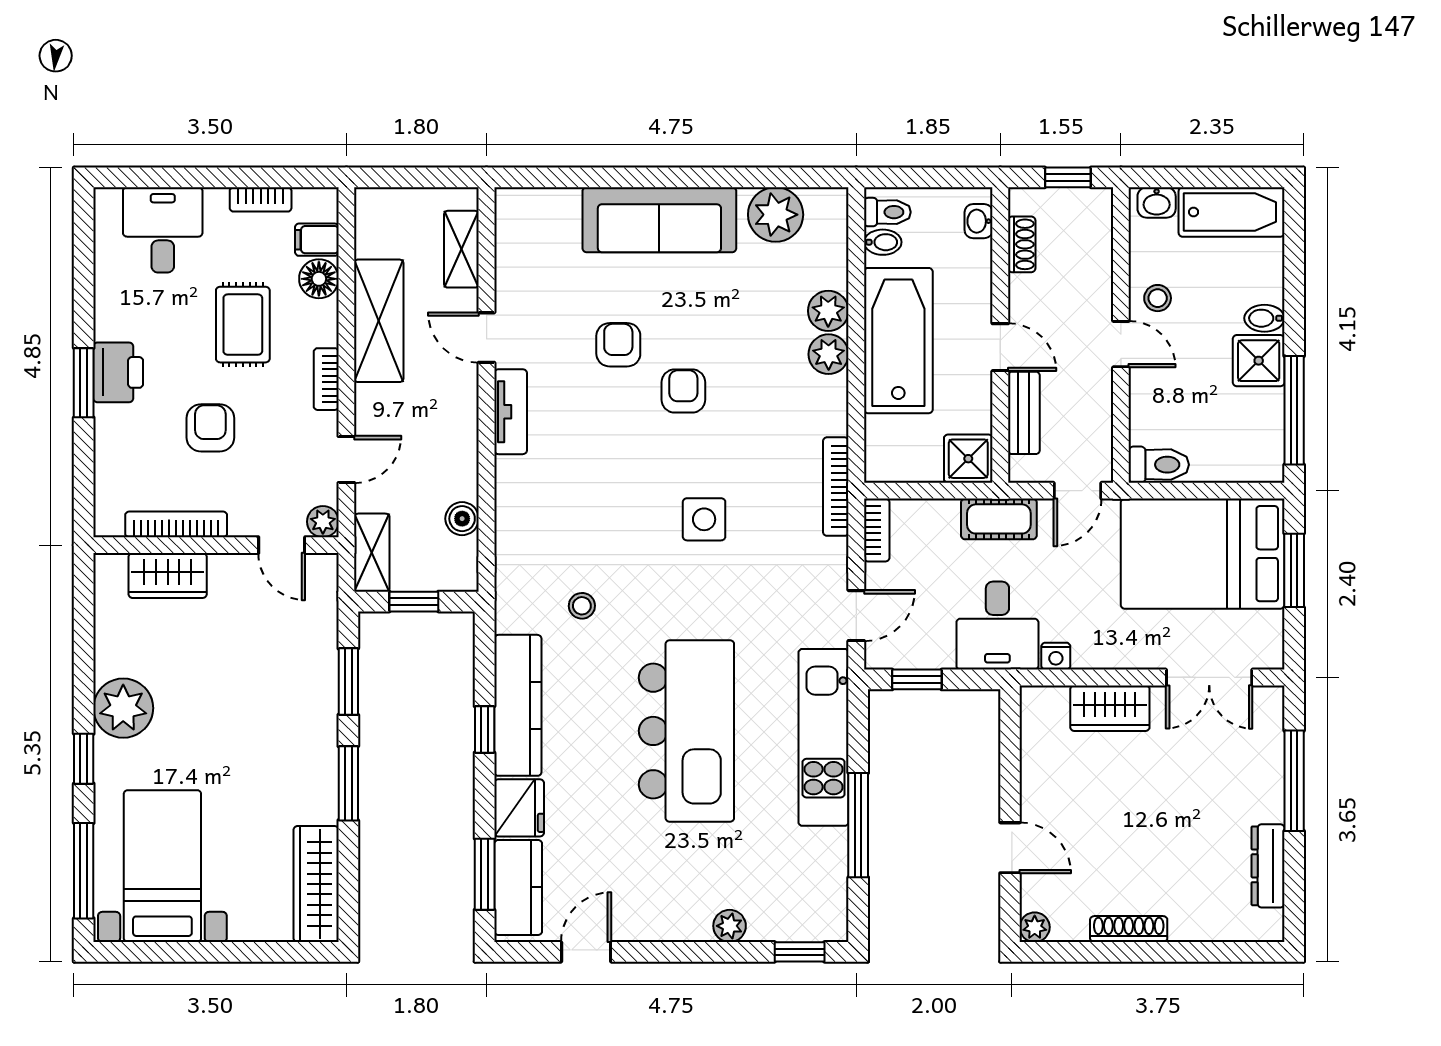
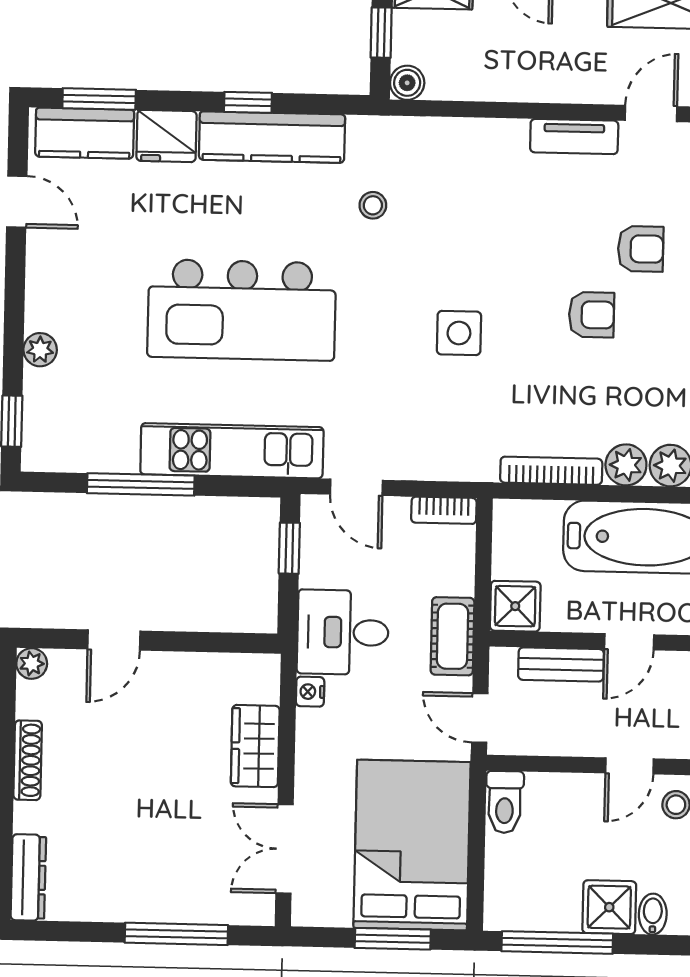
bookcase: (836, 487) -> (551, 471), moved
boiler: (462, 519) -> (407, 83), moved
dresser: (1268, 866) -> (28, 877), moved, turned 90

